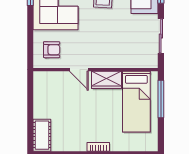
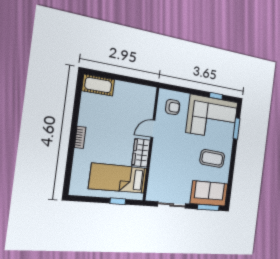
armchair: (52, 50) -> (173, 107), turned -90
window: (161, 99) -> (118, 201), width x0.46

